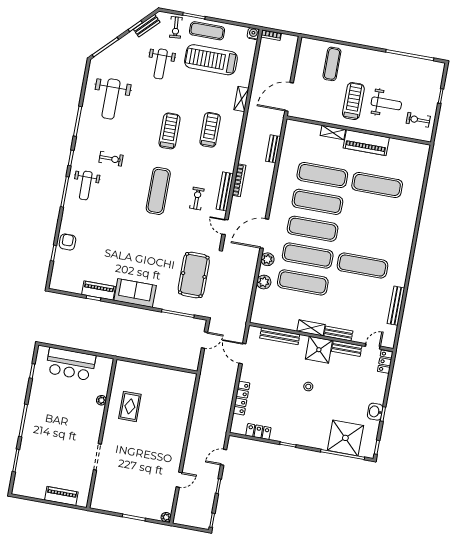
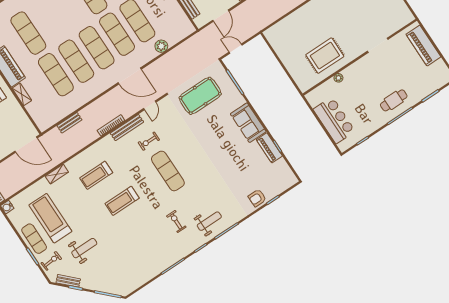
treadmill: (211, 60) -> (50, 218), turned 180
weight bench: (111, 99) -> (138, 259), removed
exercise mat: (158, 191) -> (168, 171), turned 90
plant: (267, 259) -> (144, 58), removed
rug: (130, 406) -> (325, 56), width x1.36, depth x1.43
cafe table: (41, 427) -> (394, 100), added
piano: (61, 496) -> (423, 46), width x1.37, depth x1.33

